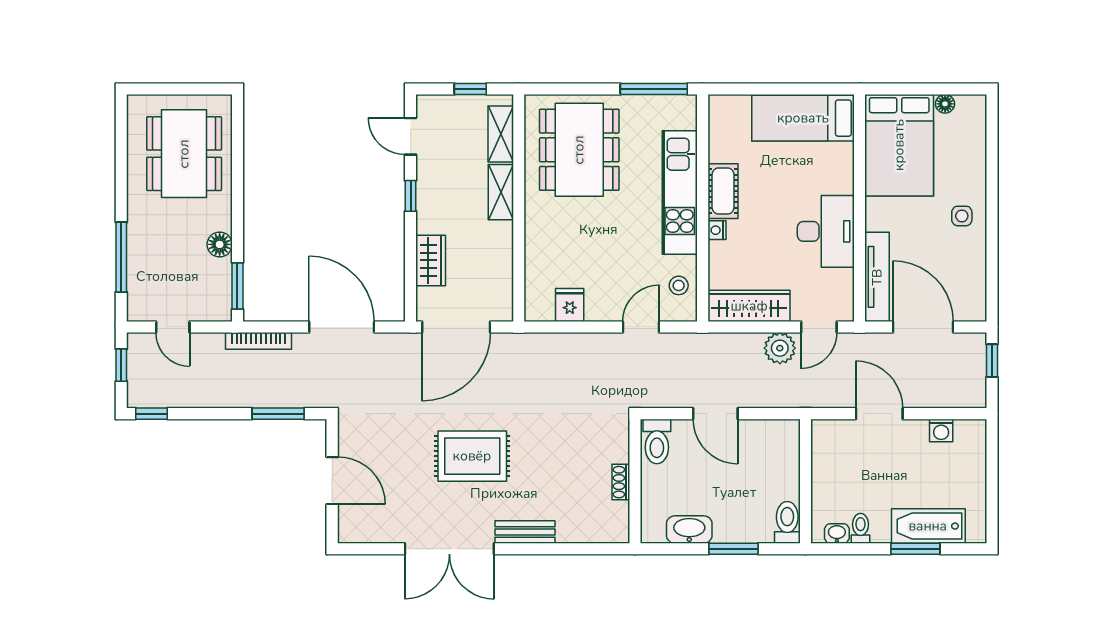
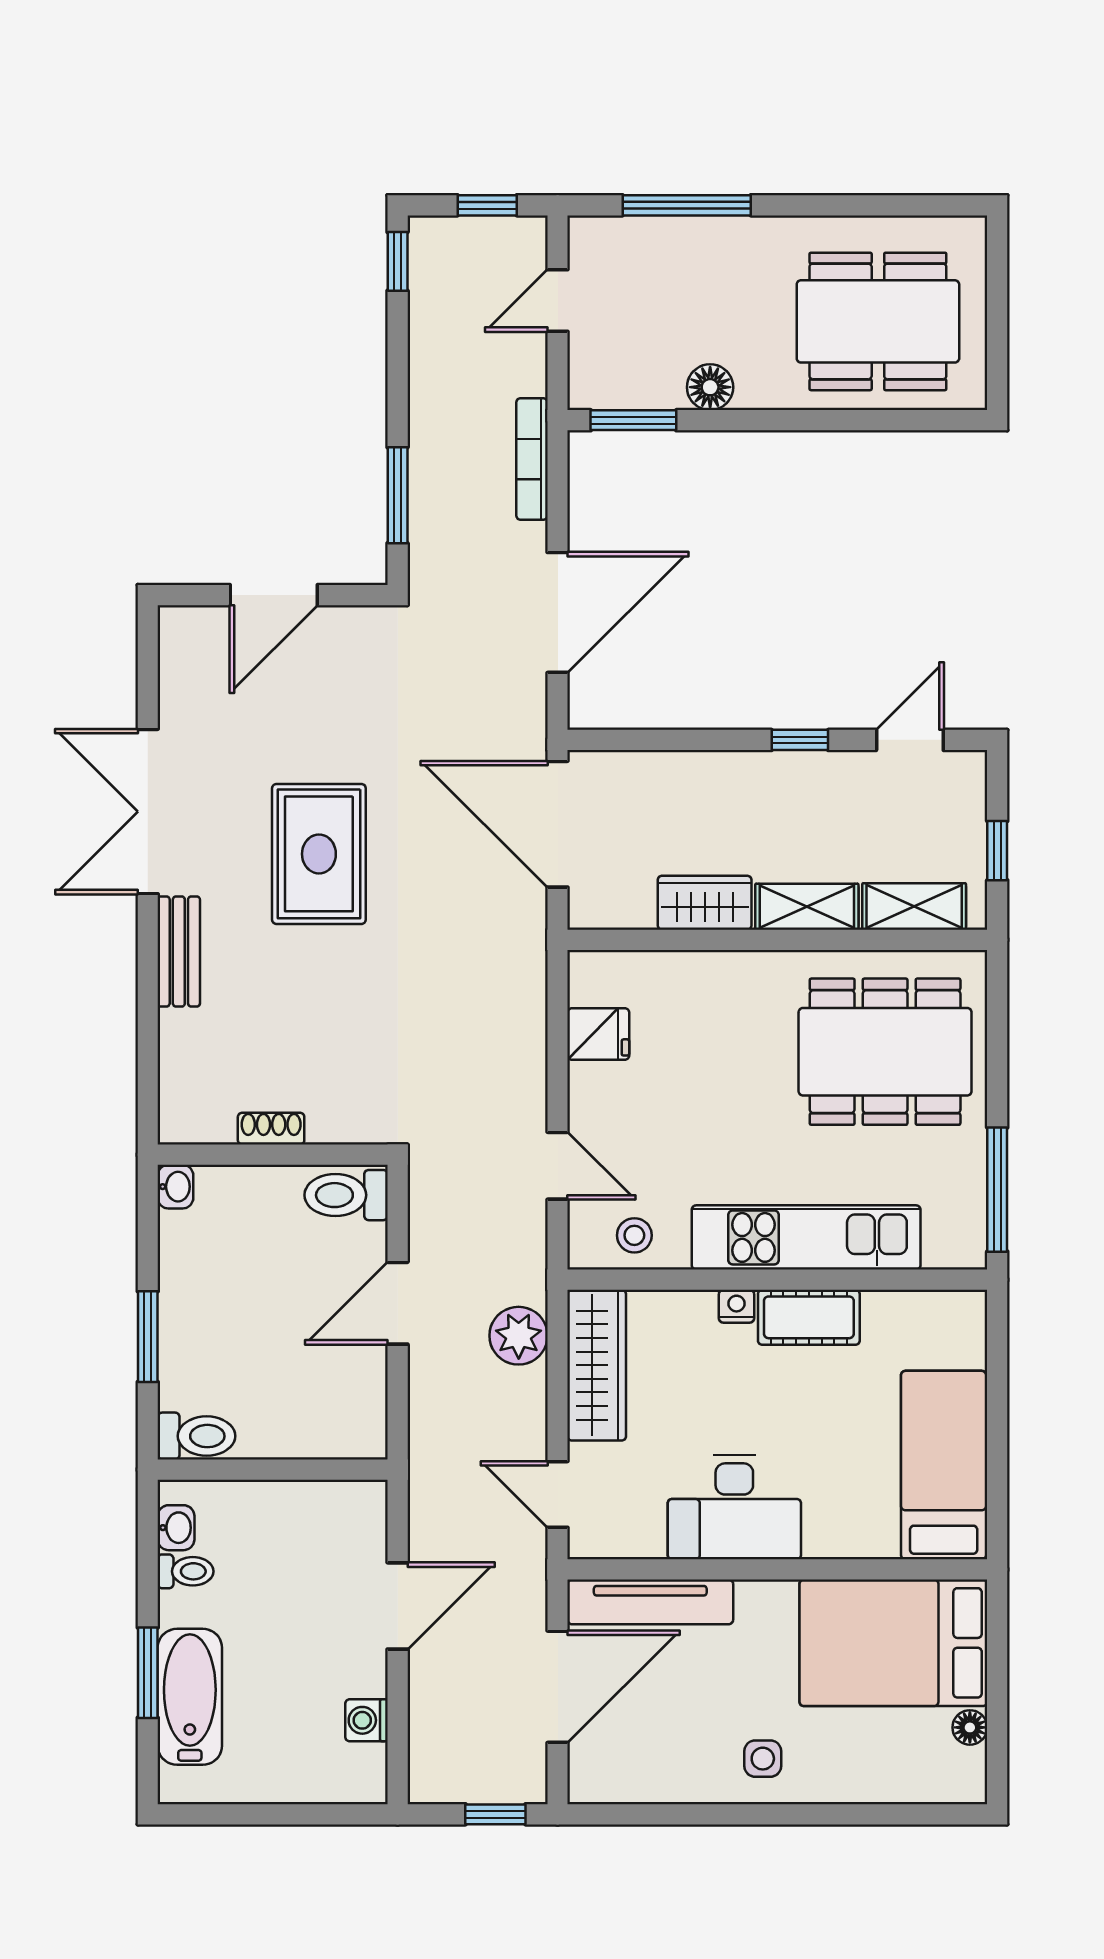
wardrobe: (431, 260) -> (705, 903), moved, turned 180
plant: (780, 348) -> (519, 1336), moved
washbasin: (689, 530) -> (175, 1187), moved, width x0.52, depth x0.69

